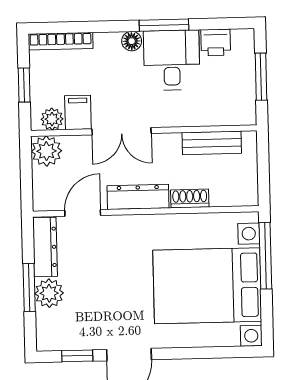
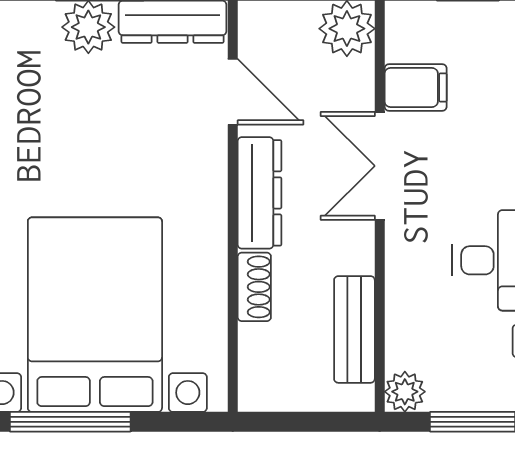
plant: (52, 119) -> (405, 392), moved
window: (265, 256) -> (70, 422), moved

